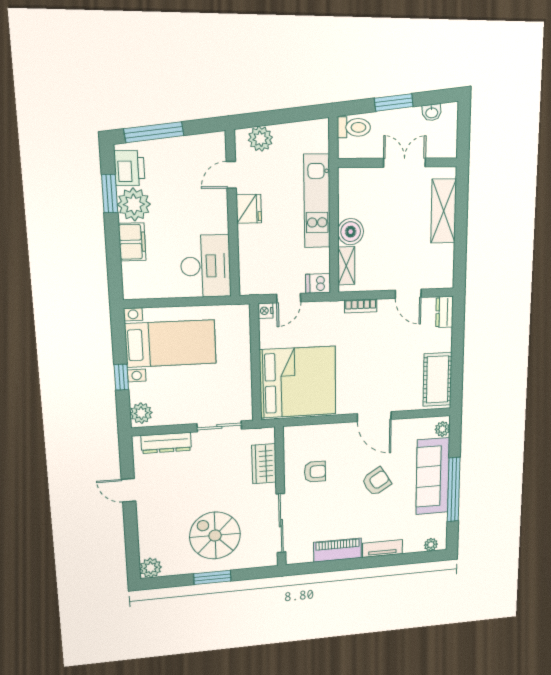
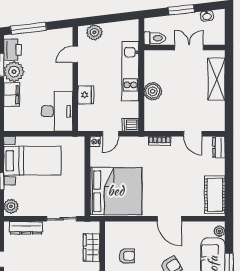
toilet: (354, 127) -> (155, 38), moved
fridge: (249, 209) -> (86, 95), moved
shelving: (346, 266) -> (150, 114), removed

